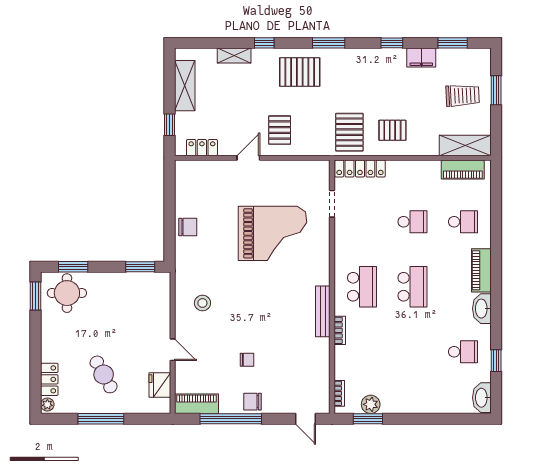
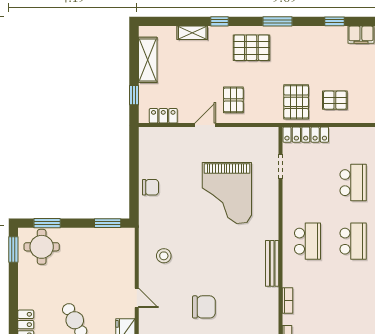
school desk: (413, 222) -> (353, 183), width x1.85
grand piano: (273, 233) -> (227, 193), turned 90
bookcase: (340, 330) -> (287, 300), moved
chair: (247, 360) -> (204, 307), width x1.87, depth x1.87

